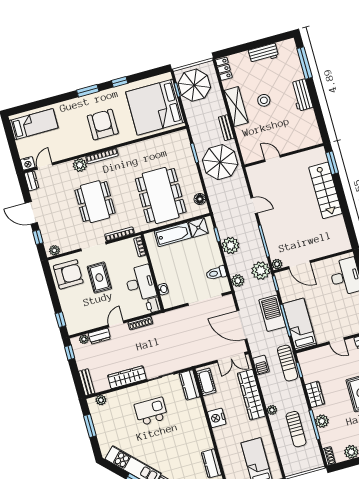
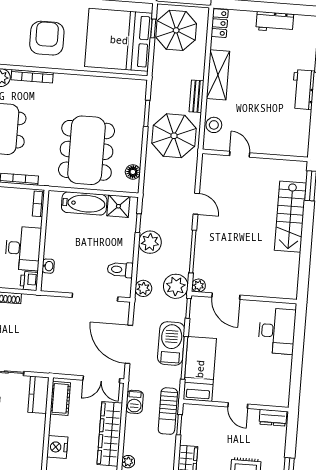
stool: (264, 100) -> (214, 125), moved

